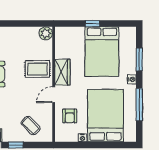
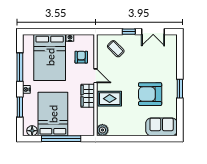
window: (92, 24) -> (61, 139), width x3.17
floor lamp: (125, 33) -> (32, 131), added
door: (54, 95) -> (95, 76), hinge flipped

